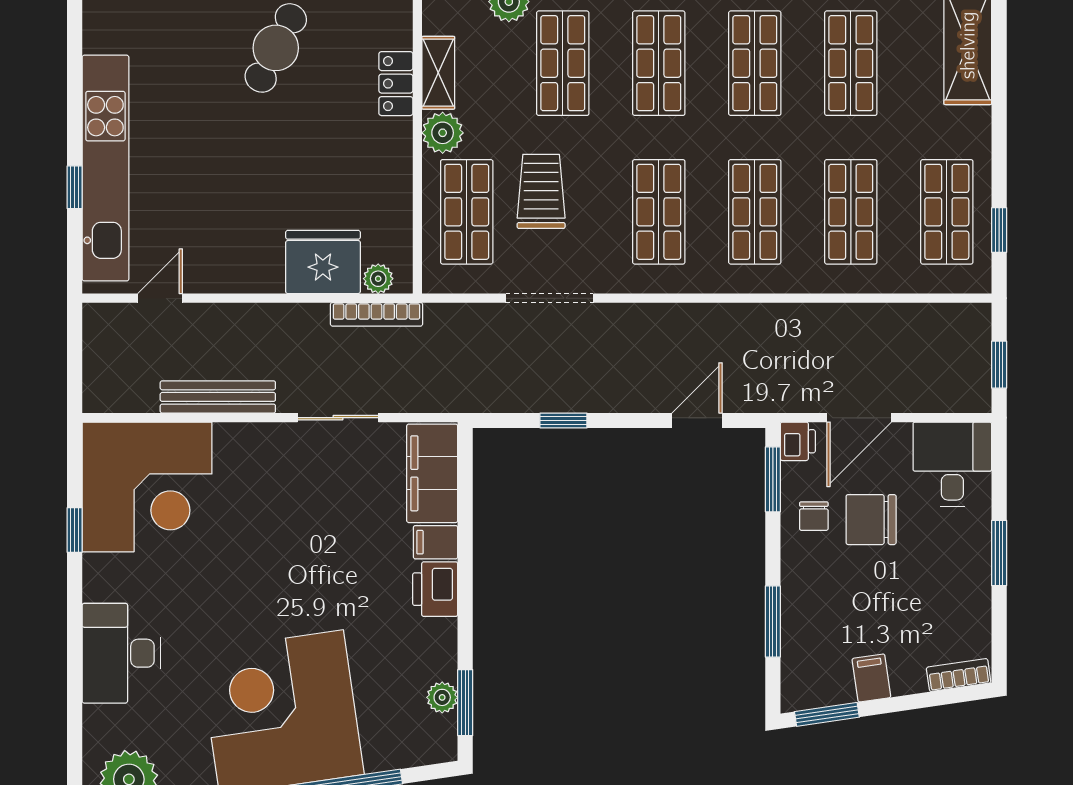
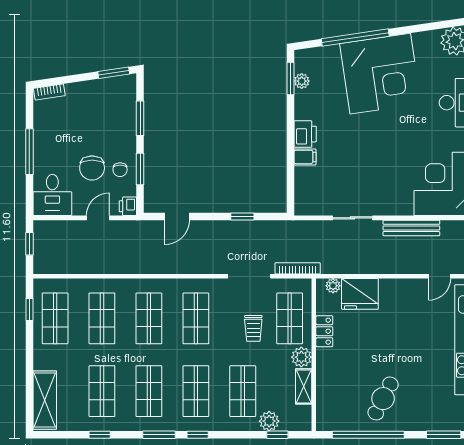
locker: (396, 84) -> (324, 331), moved
trolley: (541, 191) -> (253, 328), width x0.73, depth x0.72
bookcase: (377, 314) -> (298, 268), moved
door: (859, 418) -> (98, 218), width x0.73
filing cabinet: (432, 473) -> (307, 191), removed
window: (773, 479) -> (140, 169), moved
chair: (814, 516) -> (120, 170), turned 180
chair: (871, 520) -> (92, 168), turned 90
window: (999, 553) -> (29, 152), width x1.44
filing cabinet: (871, 678) -> (92, 91), removed

